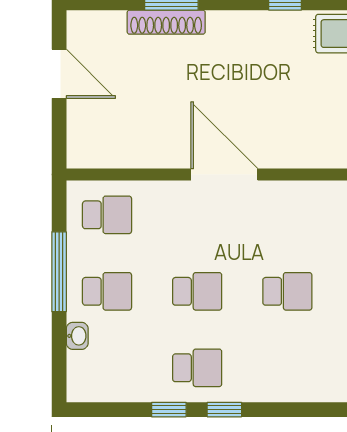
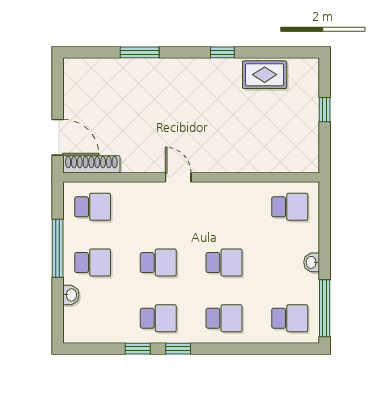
shoe rack: (166, 22) -> (91, 164), moved, turned 180
door: (59, 74) -> (58, 137), moved
door: (224, 175) -> (178, 177), width x0.53
school desk: (287, 368) -> (224, 318), added

